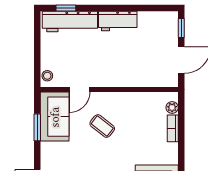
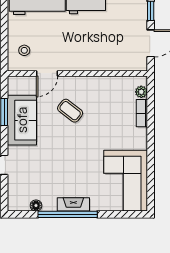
stool: (47, 76) -> (24, 50), moved
sofa: (55, 117) -> (22, 120), moved

